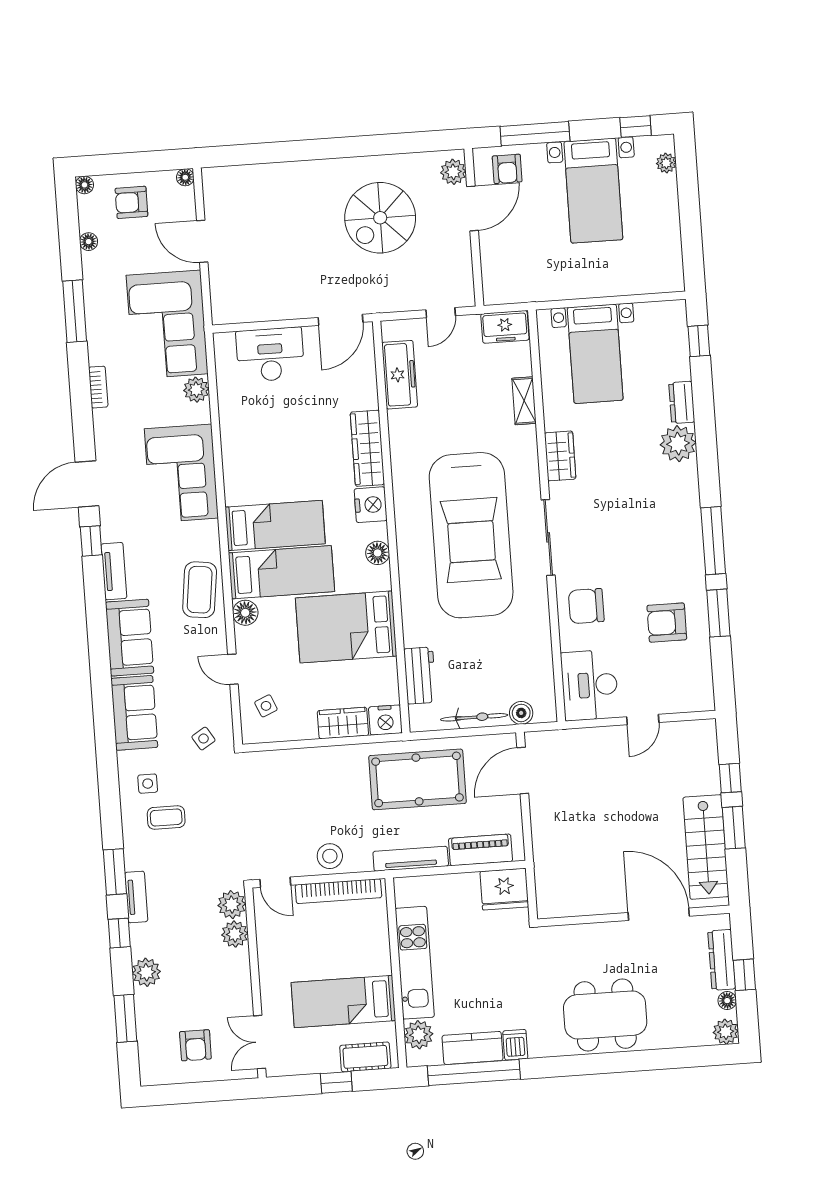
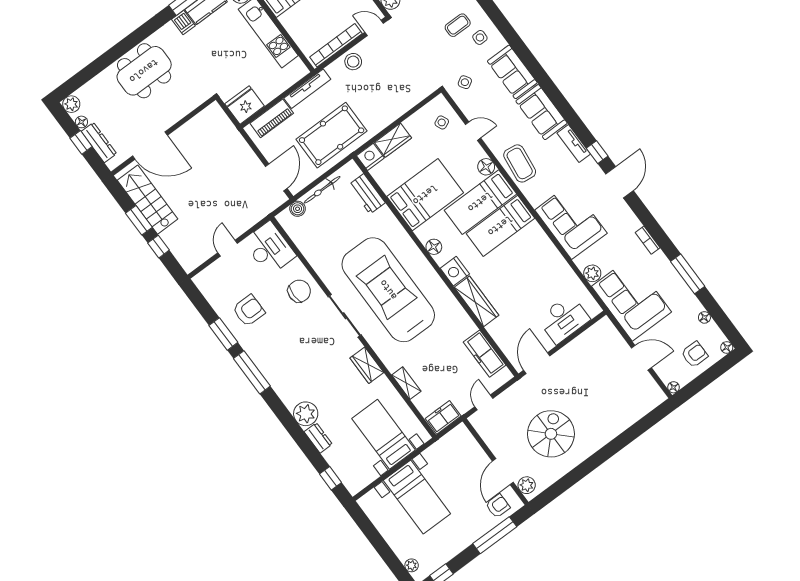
armchair: (507, 169) -> (498, 506), turned 90
bed with nightstands: (593, 191) -> (417, 497), moved, turned 180

